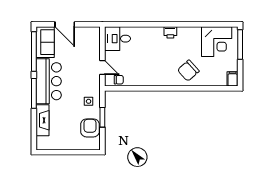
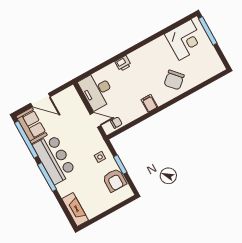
printer: (170, 32) -> (123, 63), moved
desk: (117, 39) -> (97, 90), width x1.37
filing cabinet: (233, 79) -> (149, 103), moved
fireplace: (43, 120) -> (75, 210), moved
armchair: (90, 128) -> (114, 180), turned 180

